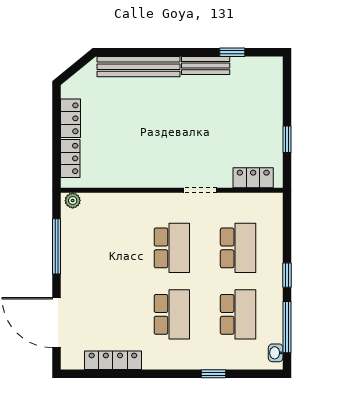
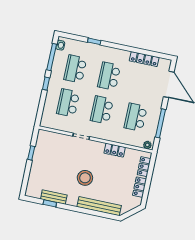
bench: (206, 66) -> (54, 197), moved
stool: (176, 114) -> (85, 178), added
locker: (253, 178) -> (115, 150), moved
school desk: (106, 248) -> (136, 117), added

